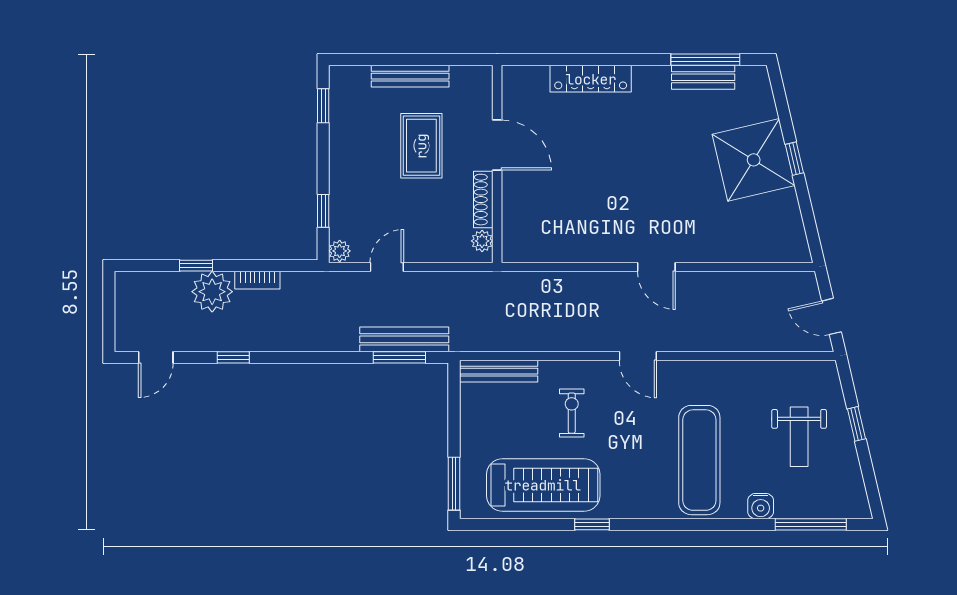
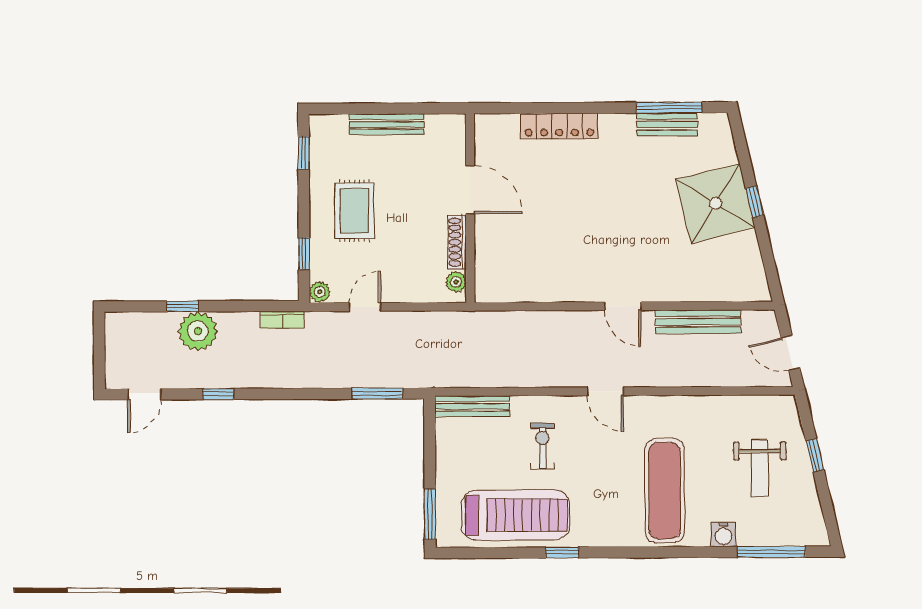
rug: (421, 146) -> (355, 211), moved
bookcase: (257, 280) -> (282, 320), moved
bench: (404, 339) -> (698, 322), moved

